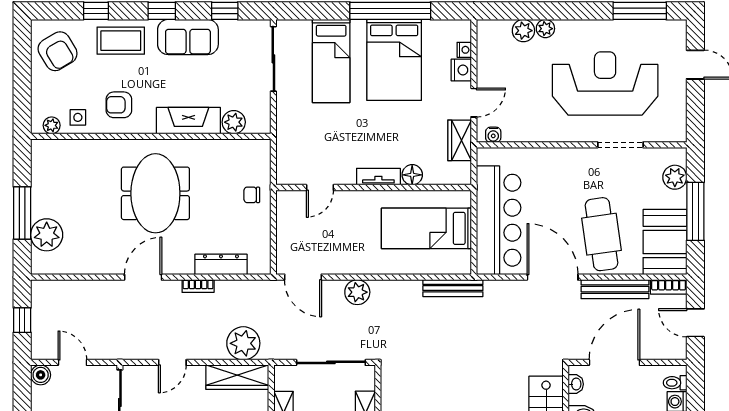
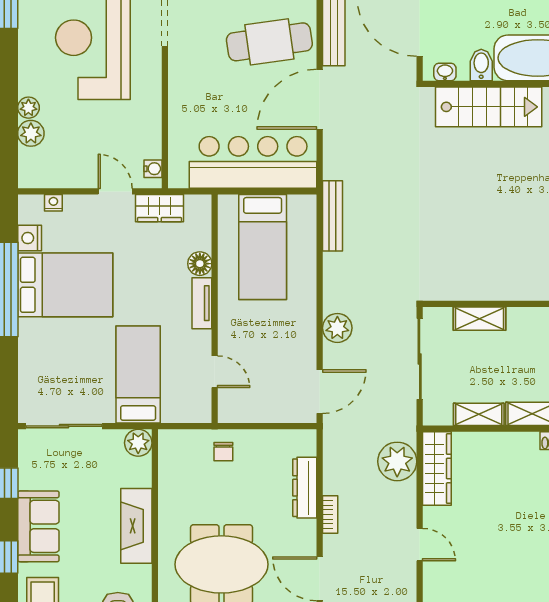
bed: (331, 61) -> (138, 375), moved, turned -90
nightstand: (461, 70) -> (30, 238), moved, turned -90
plant: (234, 122) -> (138, 443), moved

